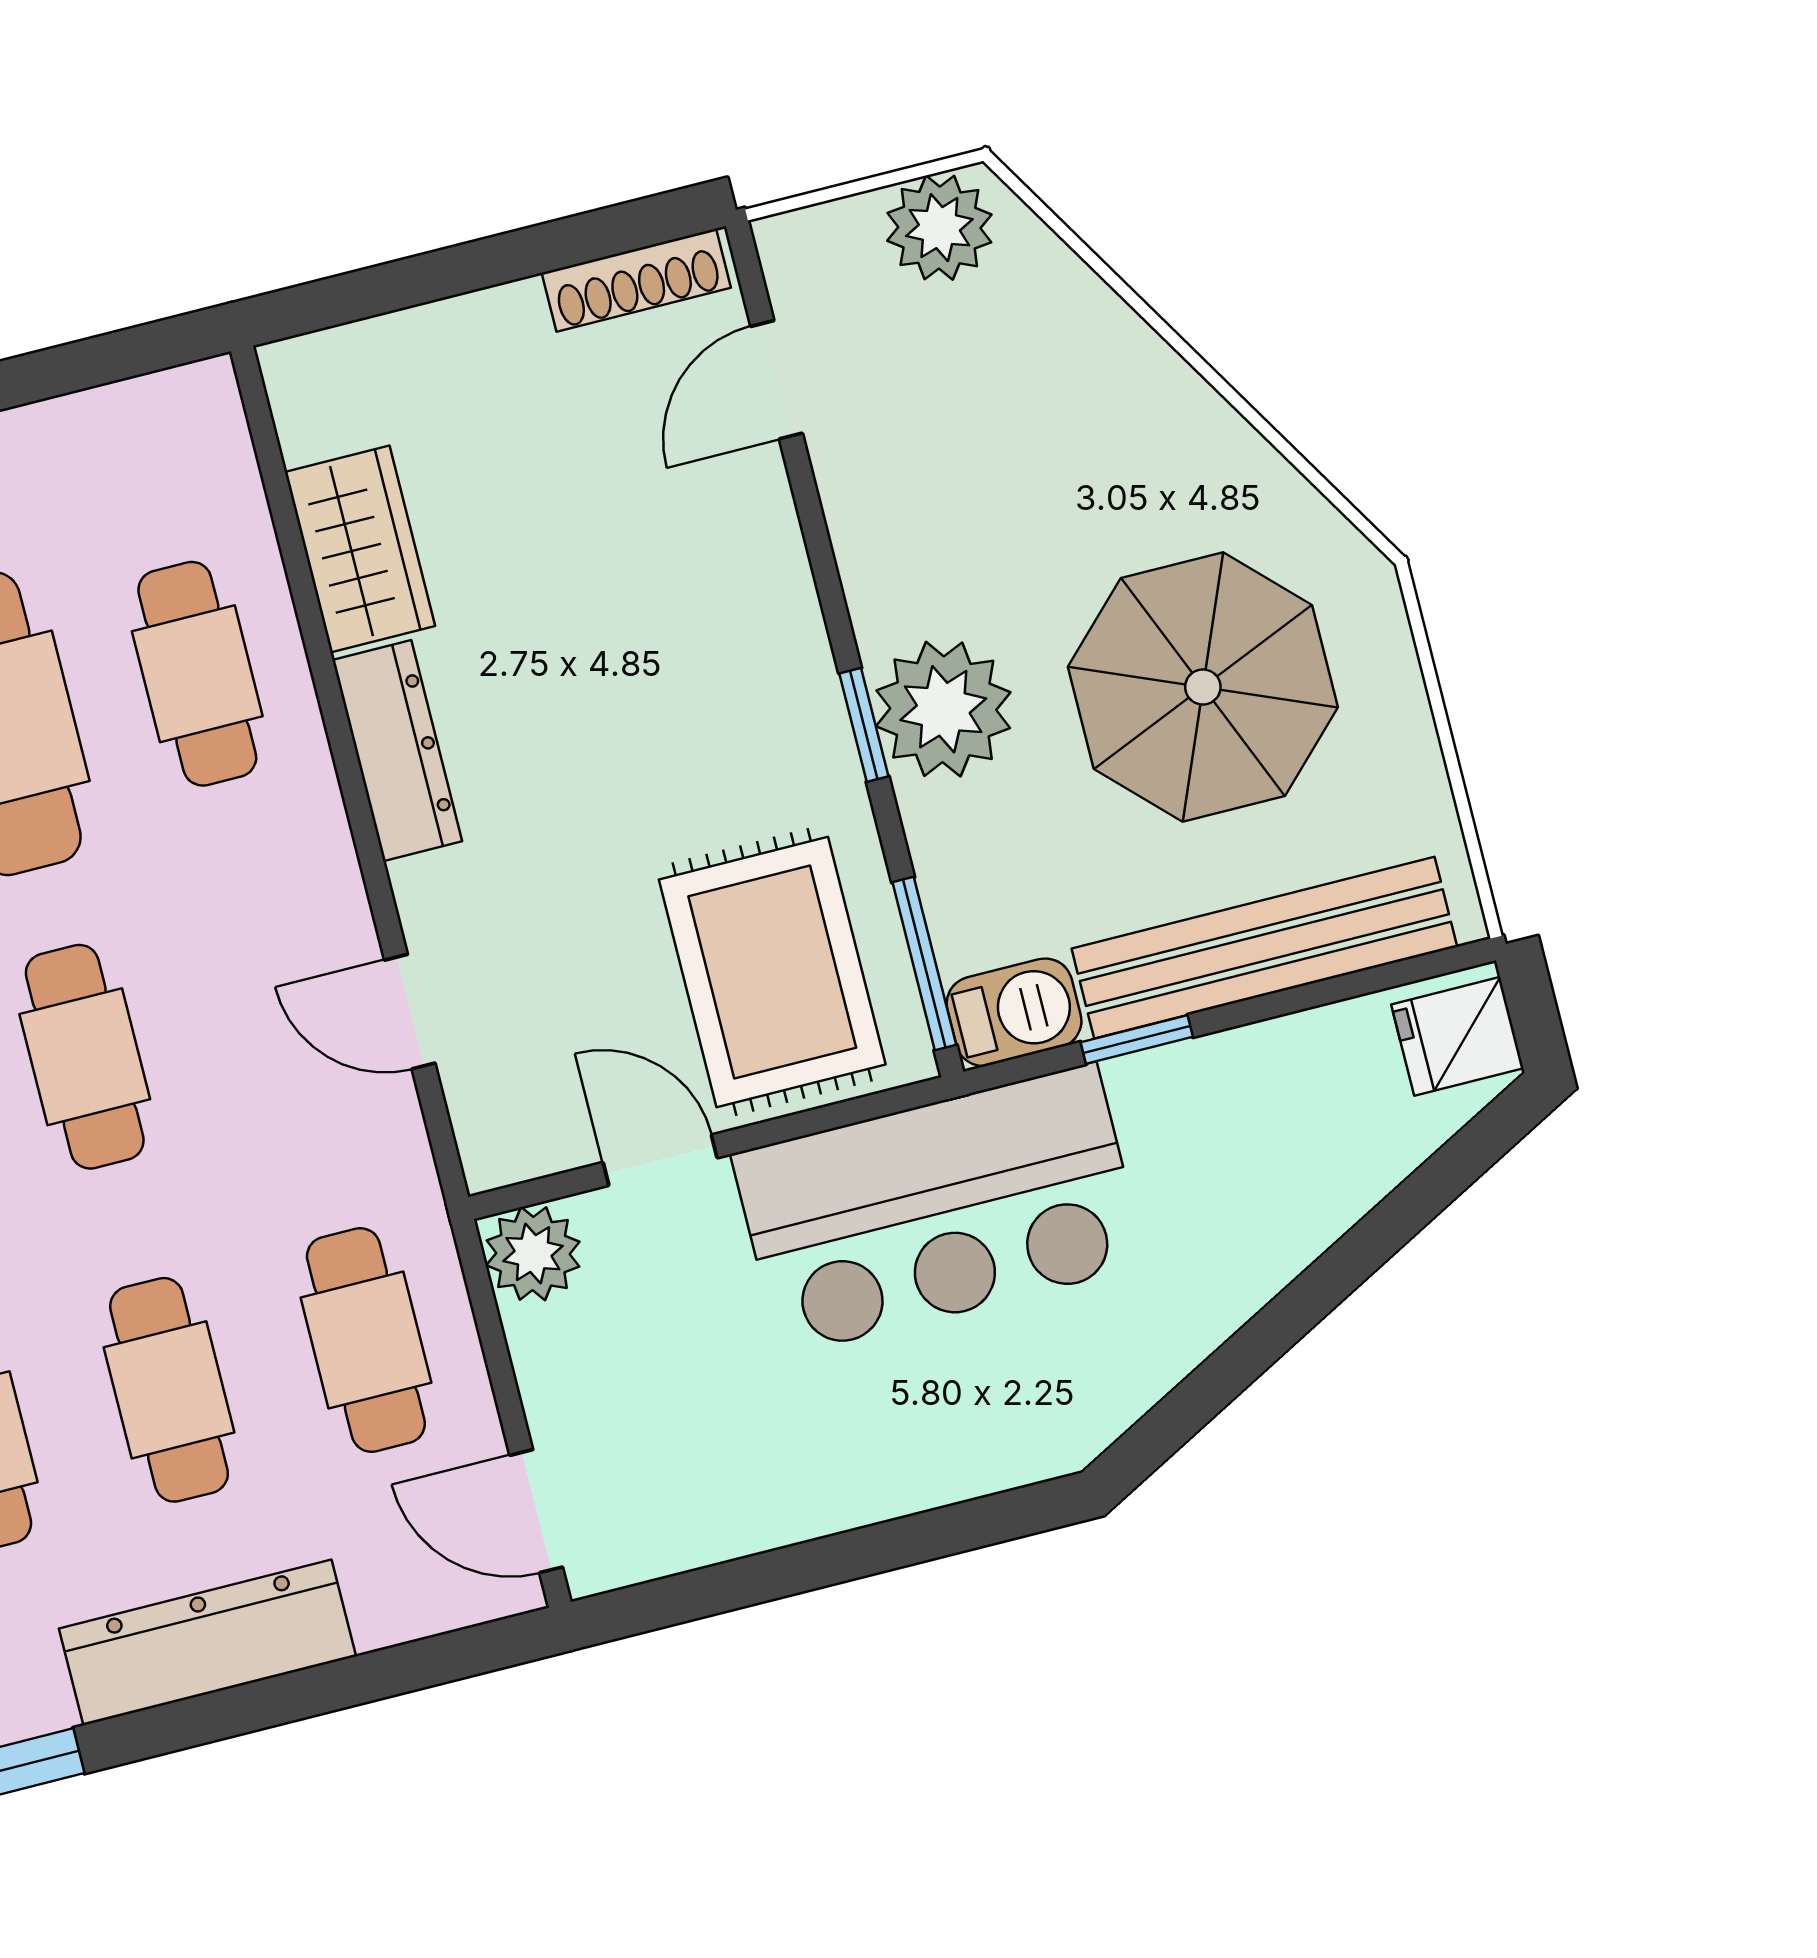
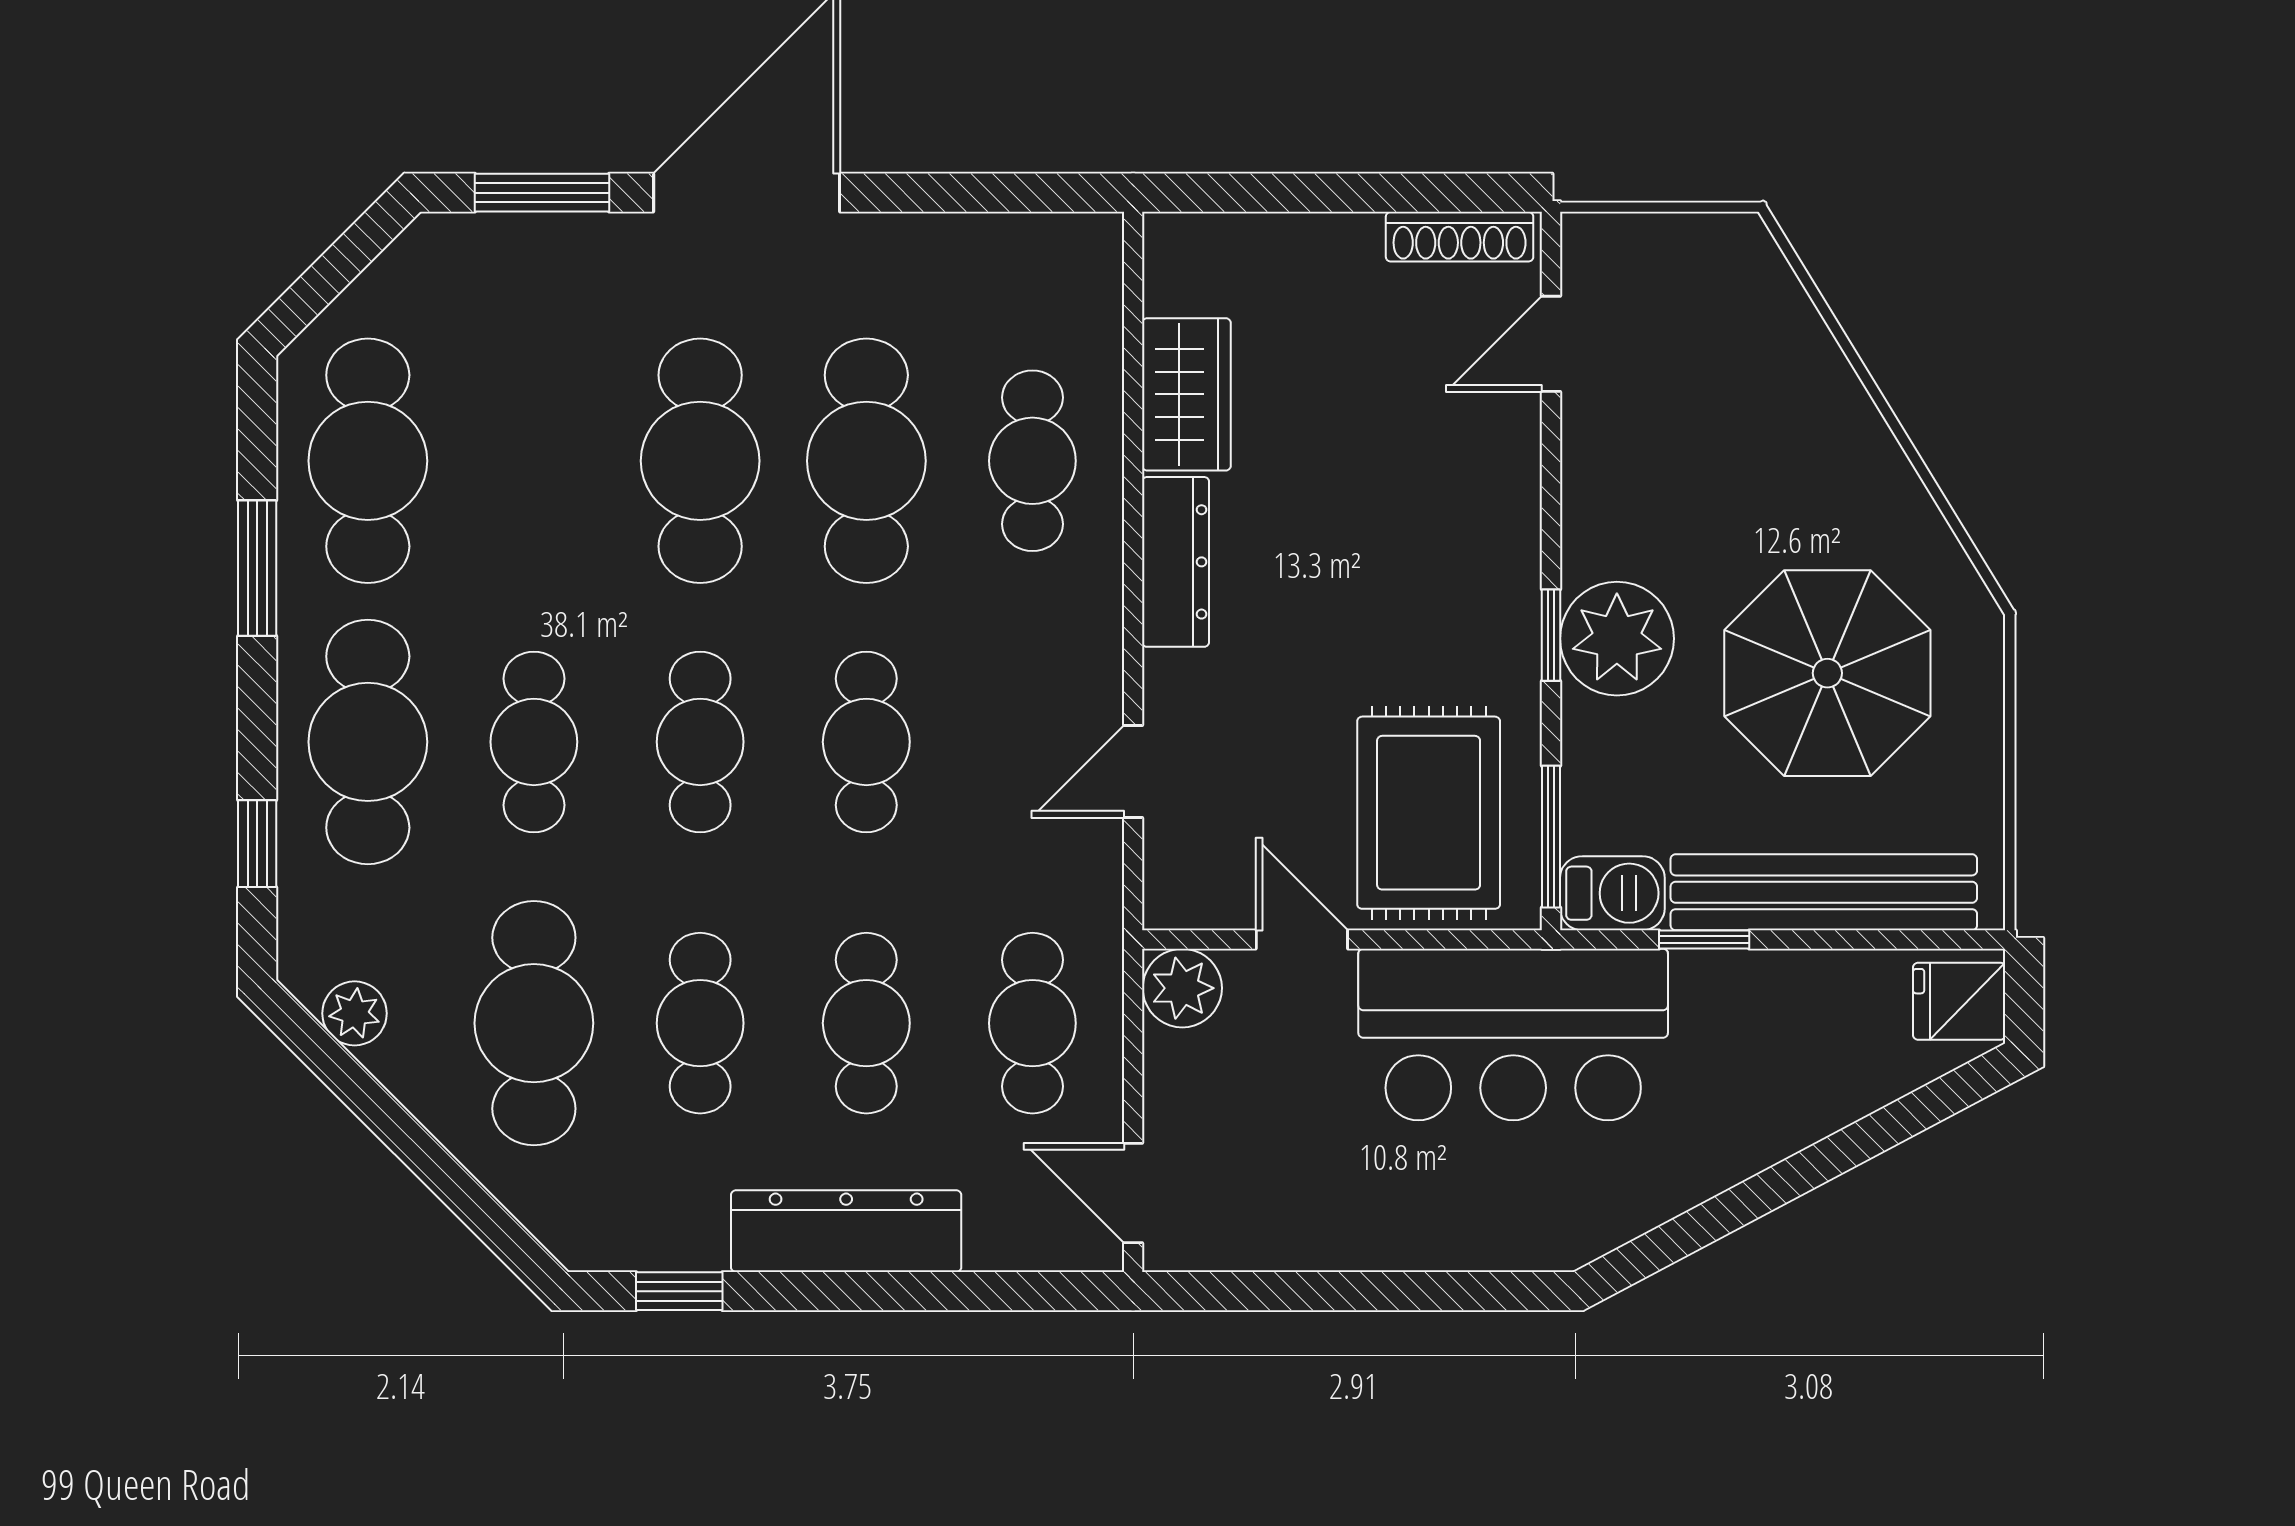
plant: (939, 228) -> (1711, 256), removed
door: (410, 1012) -> (1133, 771), hinge flipped

